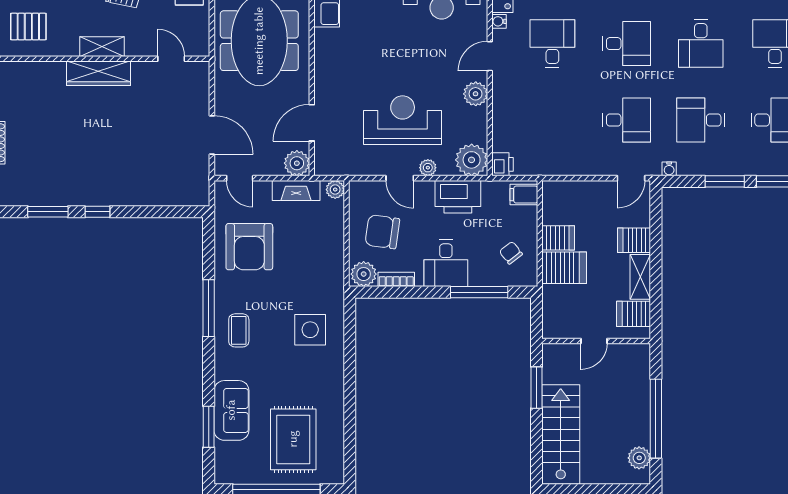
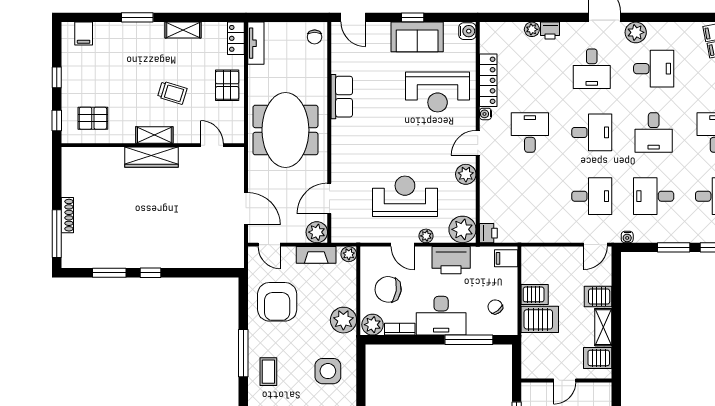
desk: (446, 263) -> (441, 316), width x1.37
plant: (329, 269) -> (343, 320), added

